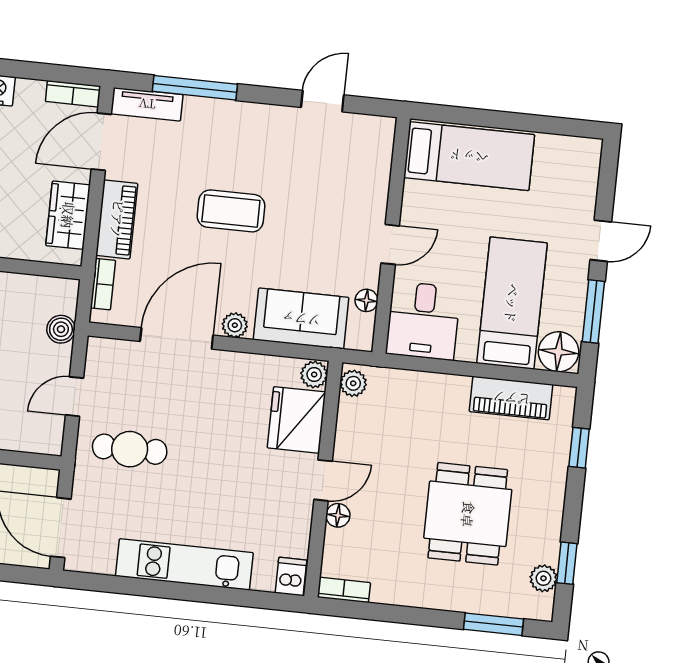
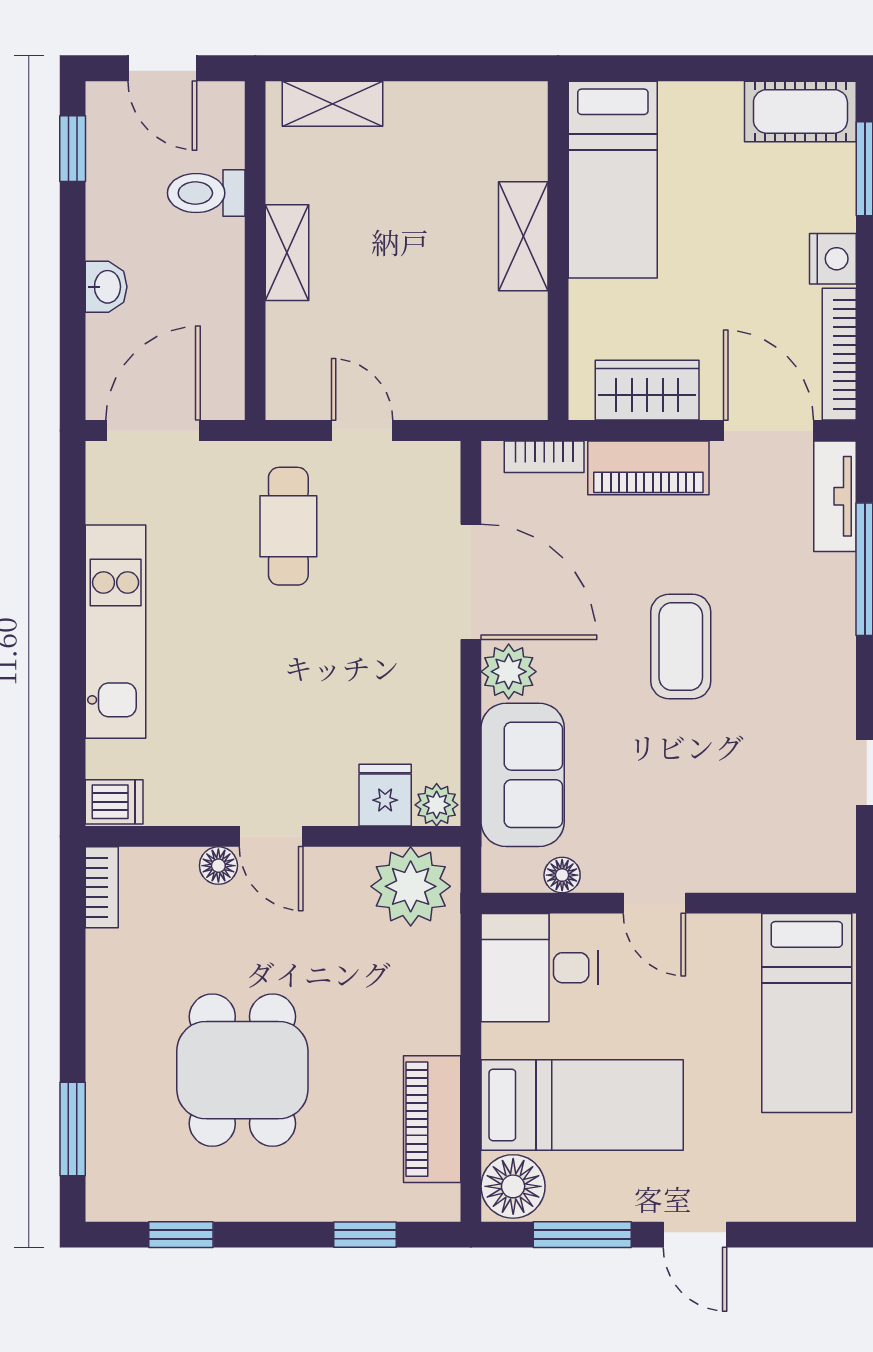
bookcase: (73, 94) -> (839, 354), width x1.56
plant: (235, 325) -> (509, 672), width x1.38, depth x1.38
boiler: (61, 329) -> (466, 398), removed
plant: (353, 383) -> (411, 886), width x1.88, depth x1.88
fridge: (297, 420) -> (385, 795), width x0.53, depth x0.75
dining table: (468, 514) -> (242, 1070), turned 90
plant: (543, 578) -> (153, 1200), removed

